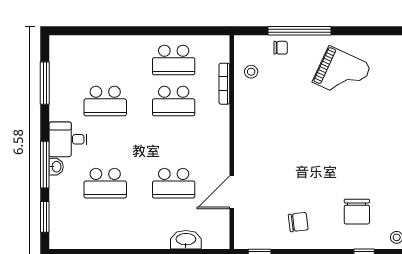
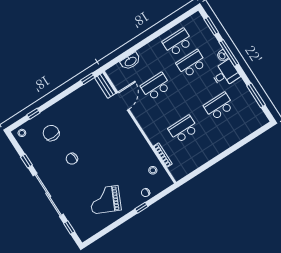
window: (300, 31) -> (141, 208), width x0.32
school desk: (174, 60) -> (178, 42), moved
chair: (298, 222) -> (72, 159), moved
bench: (242, 229) -> (105, 85), added

